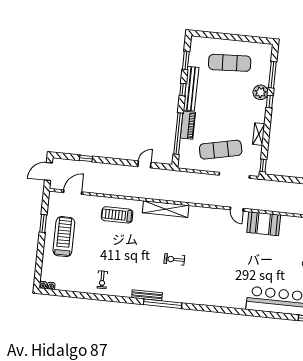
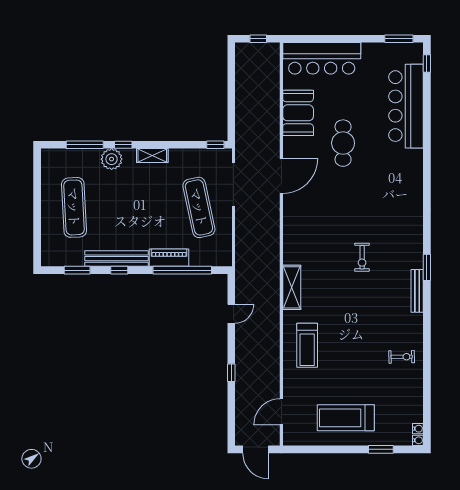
shelving: (259, 134) -> (152, 156), moved
window: (86, 158) -> (231, 373), moved
door: (144, 164) -> (231, 314), swing flipped
door: (73, 192) -> (281, 412), hinge flipped
shelving: (166, 209) -> (292, 287), width x0.68
door: (237, 209) -> (281, 176), width x1.88
window: (43, 224) -> (381, 449), moved
booth: (264, 224) -> (298, 113), moved
cafe table: (255, 254) -> (343, 143), added
window: (163, 304) -> (427, 267), width x0.47

